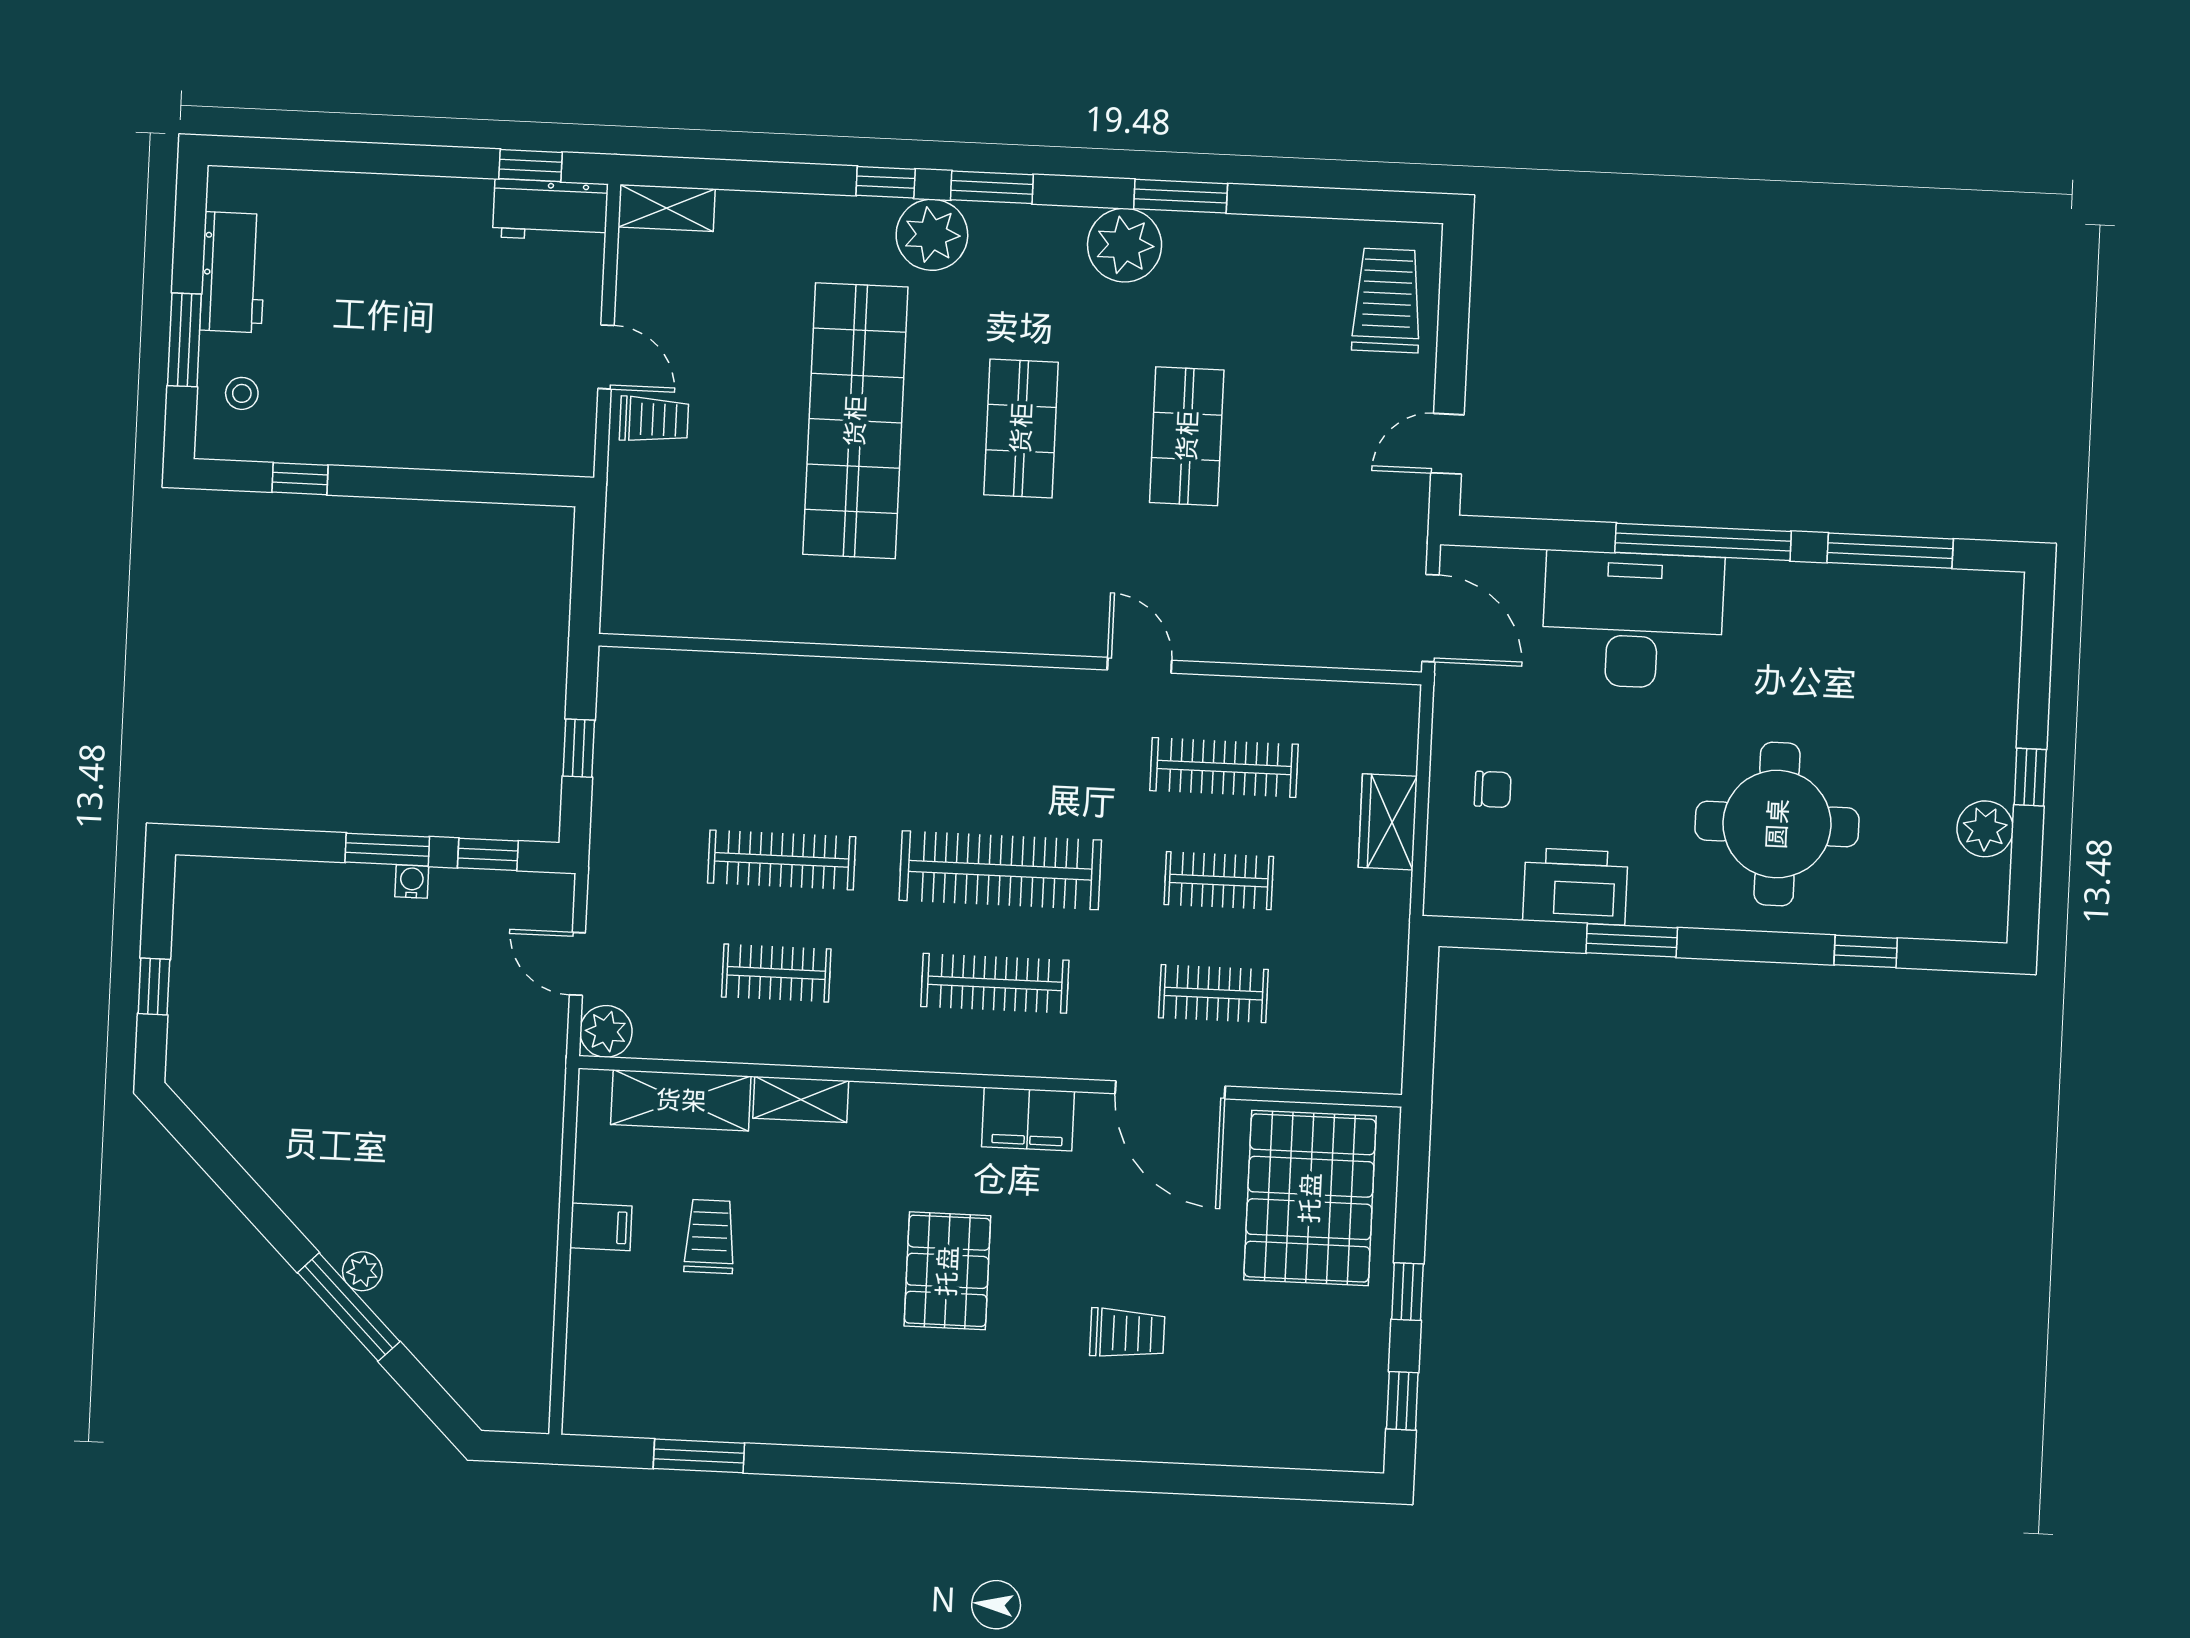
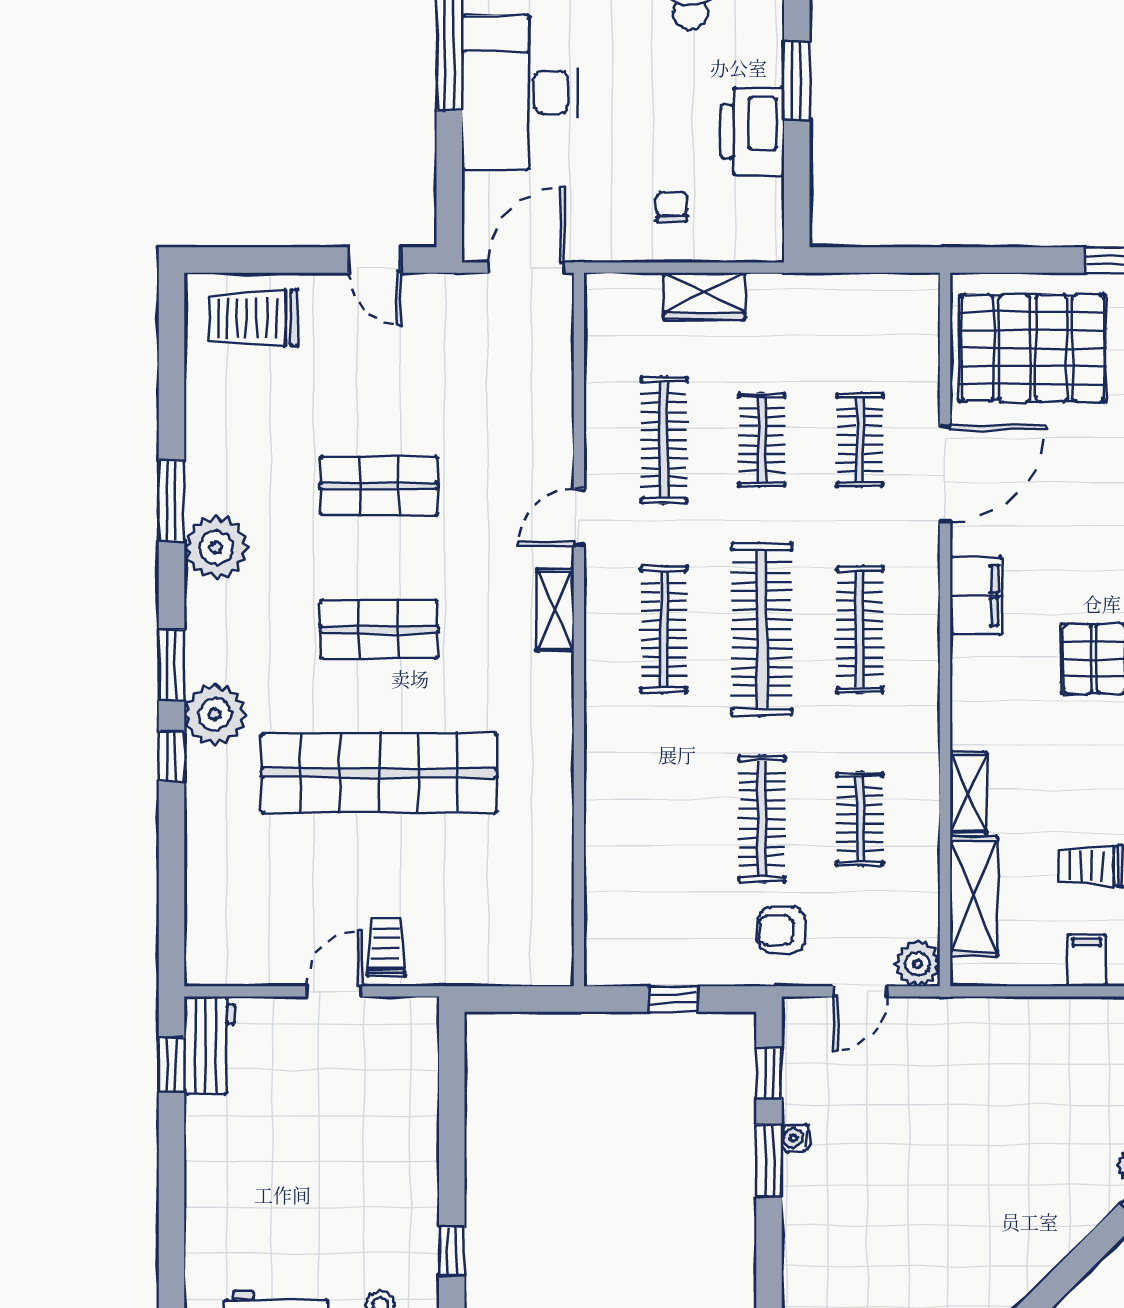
shelving: (666, 208) -> (555, 610), moved
clothes rail: (1006, 757) -> (664, 629), added
armchair: (652, 876) -> (781, 930), added

